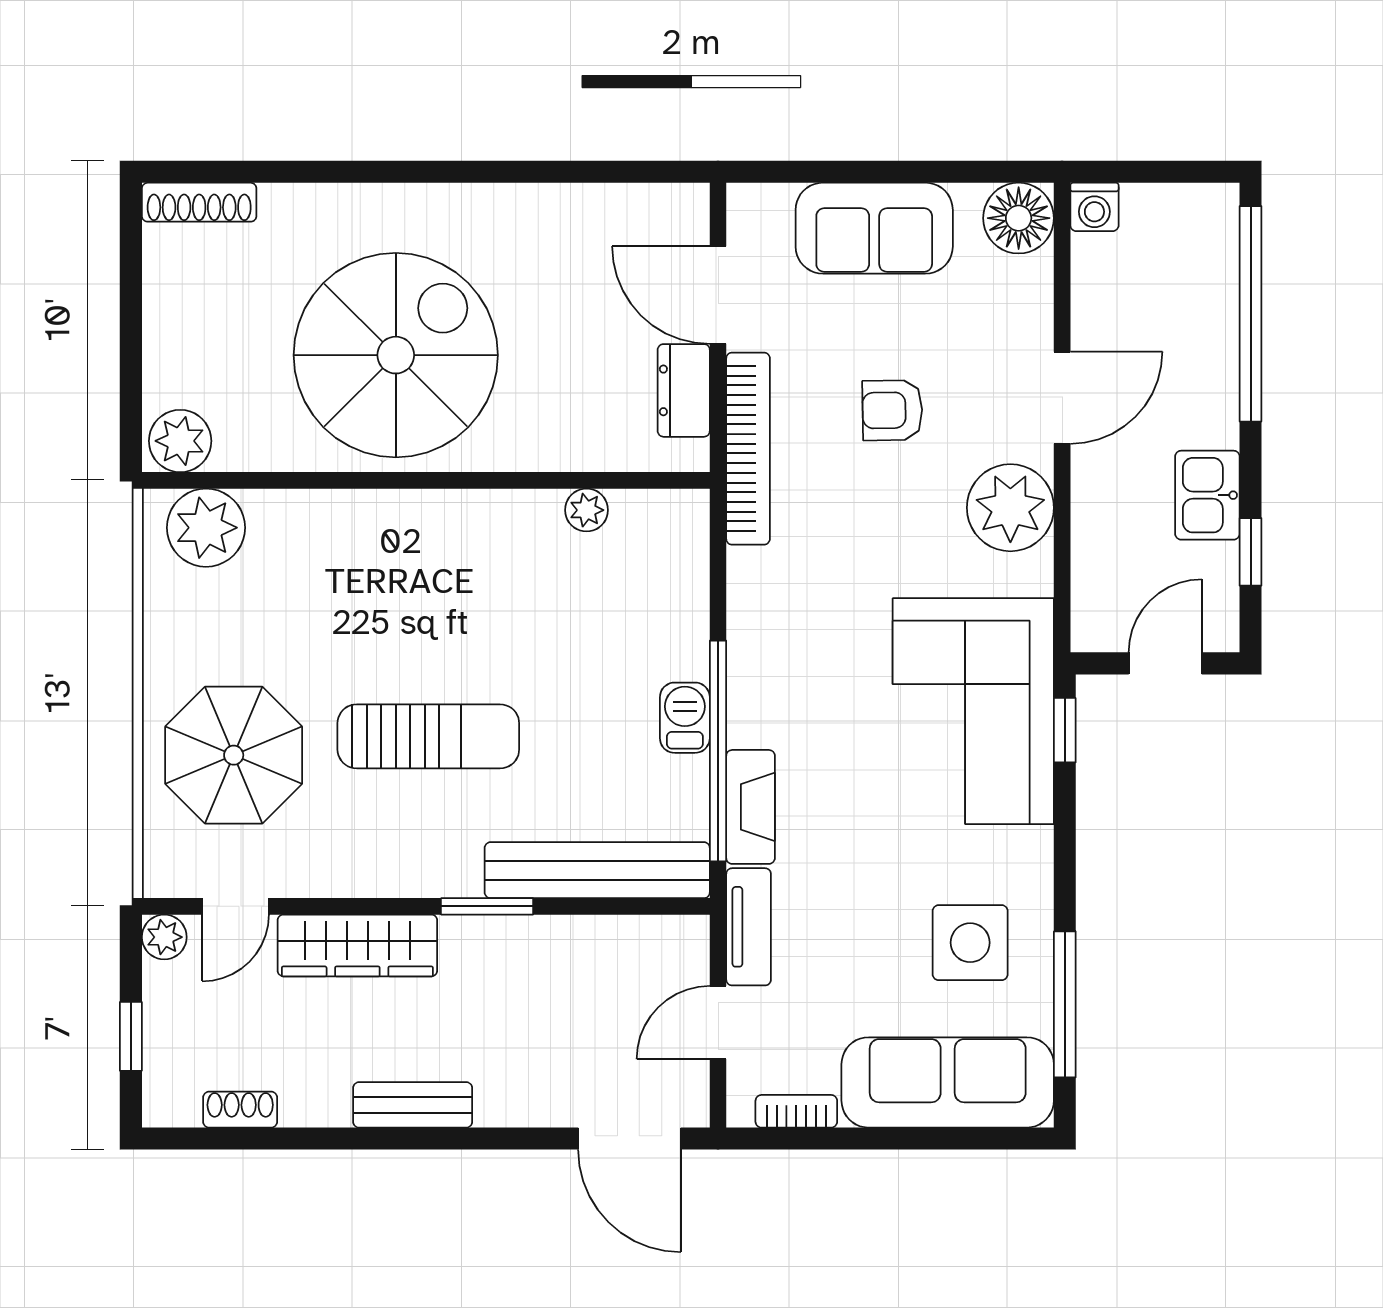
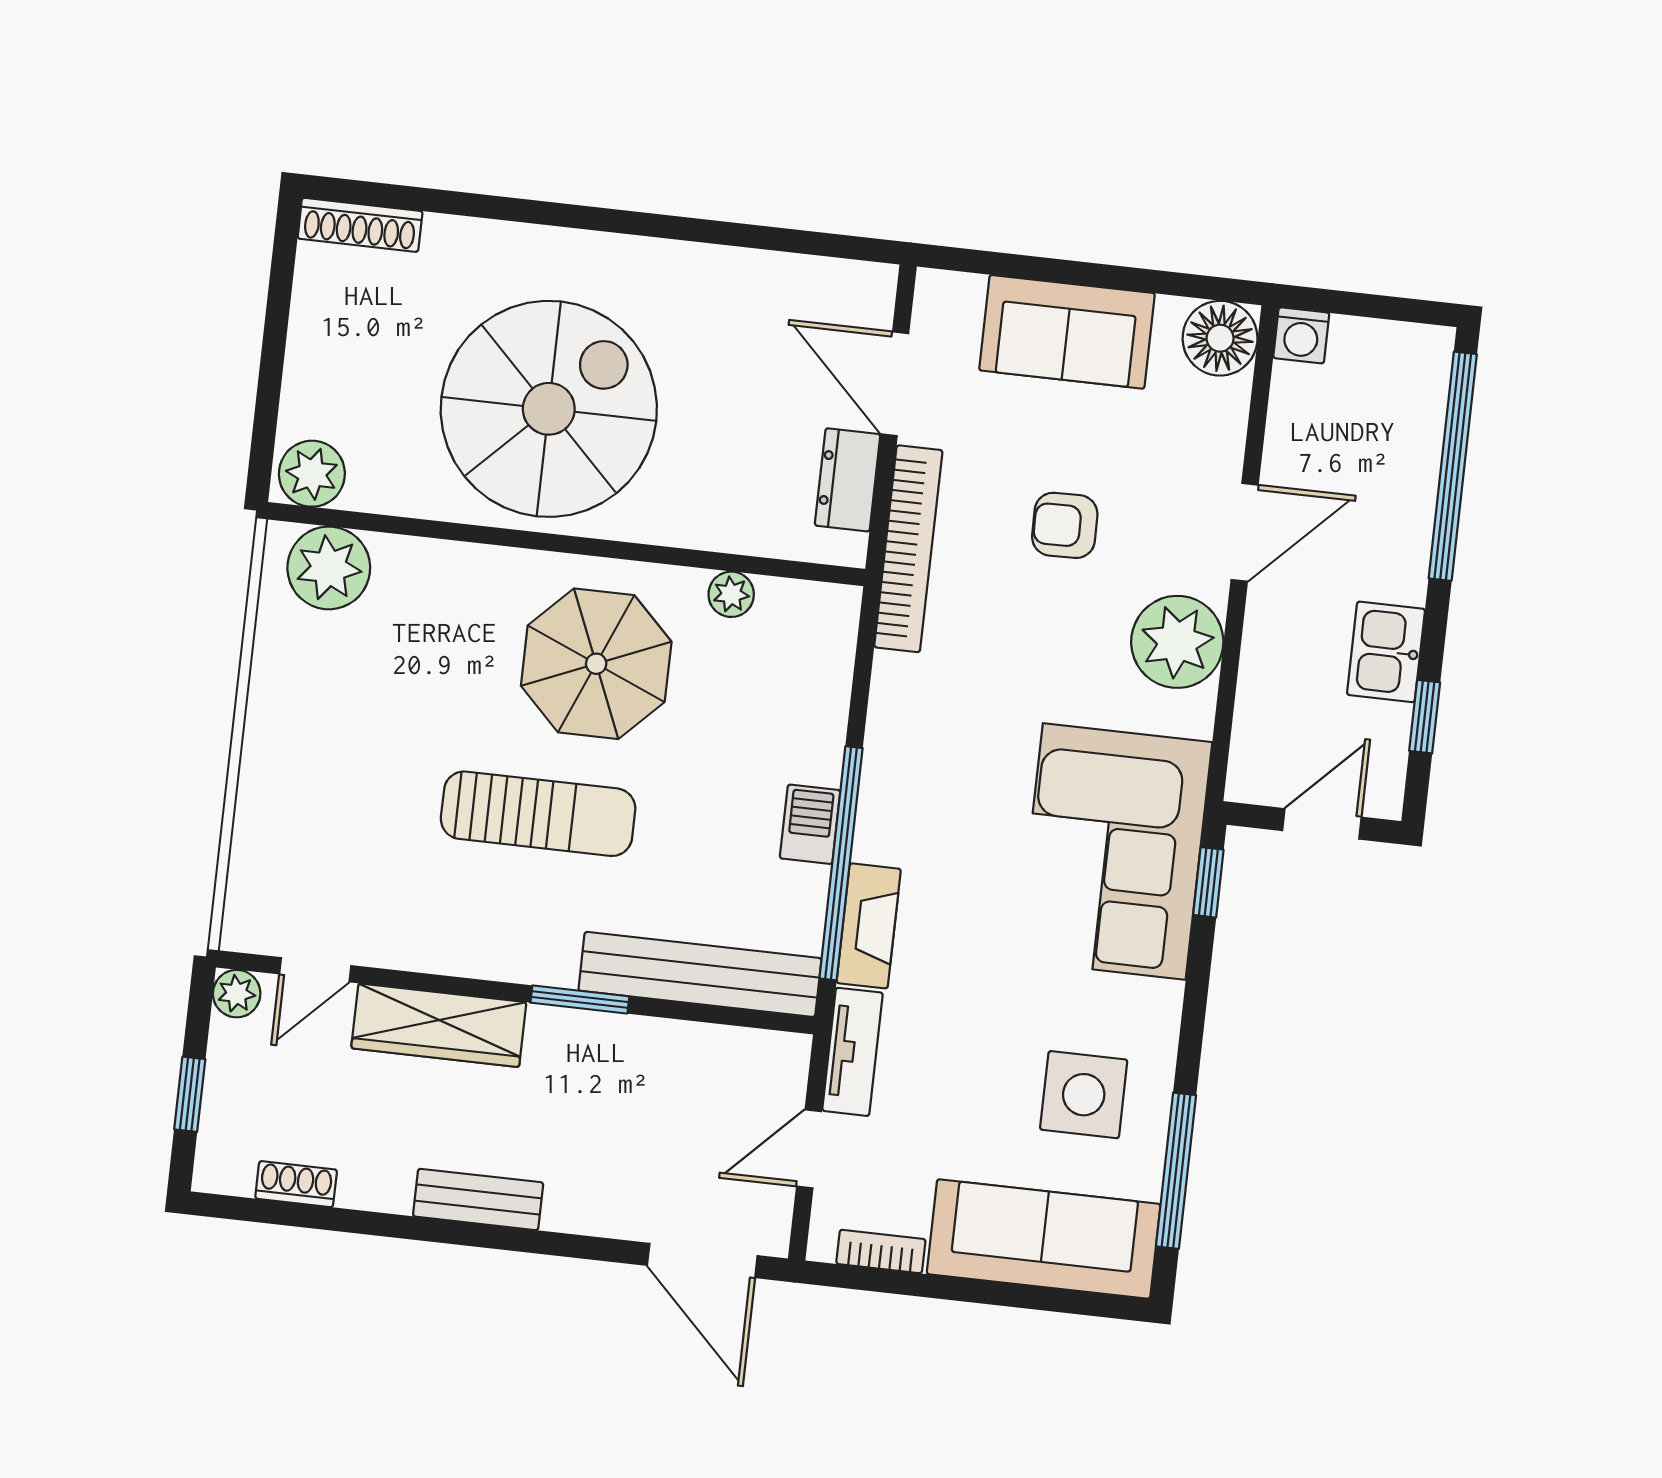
parasol: (234, 755) -> (596, 664), moved

